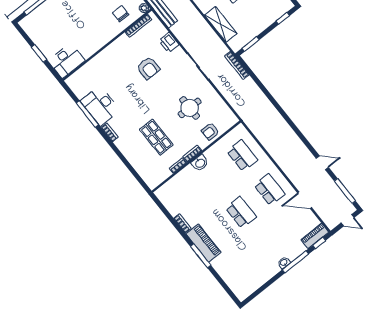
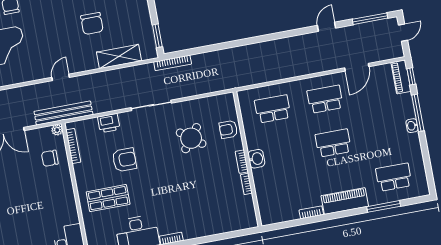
round table: (190, 108) -> (191, 138), turned 37
armchair: (210, 131) -> (228, 129), turned 90
shop shelf: (156, 137) -> (108, 198), moved
window: (201, 256) -> (384, 206), moved
school desk: (240, 269) -> (394, 177), added

